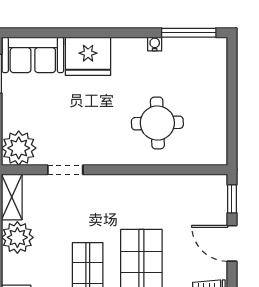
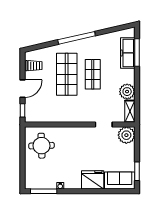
round table: (157, 123) -> (41, 146), moved
door: (232, 243) -> (23, 89), hinge flipped

